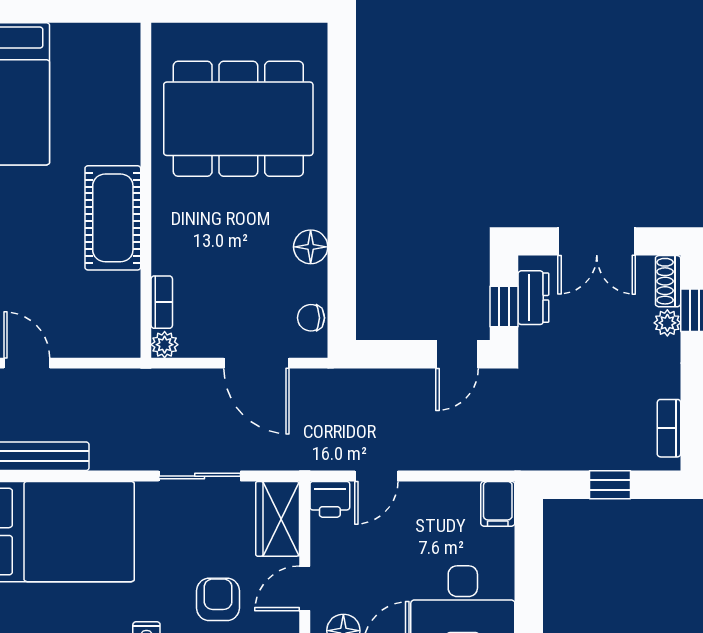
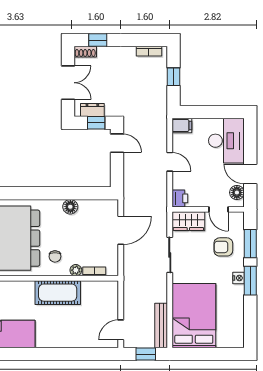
chair: (311, 318) -> (55, 256), moved
plant: (667, 323) -> (103, 52), removed
plant: (165, 345) -> (76, 270), moved
door: (376, 476) -> (170, 162), moved

